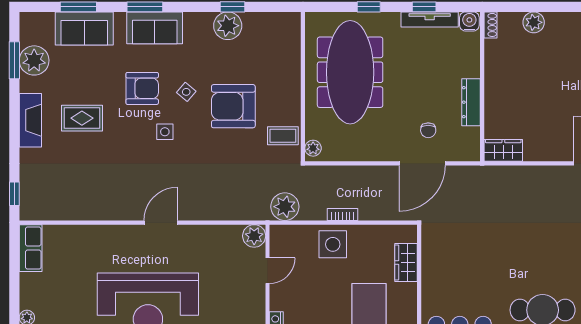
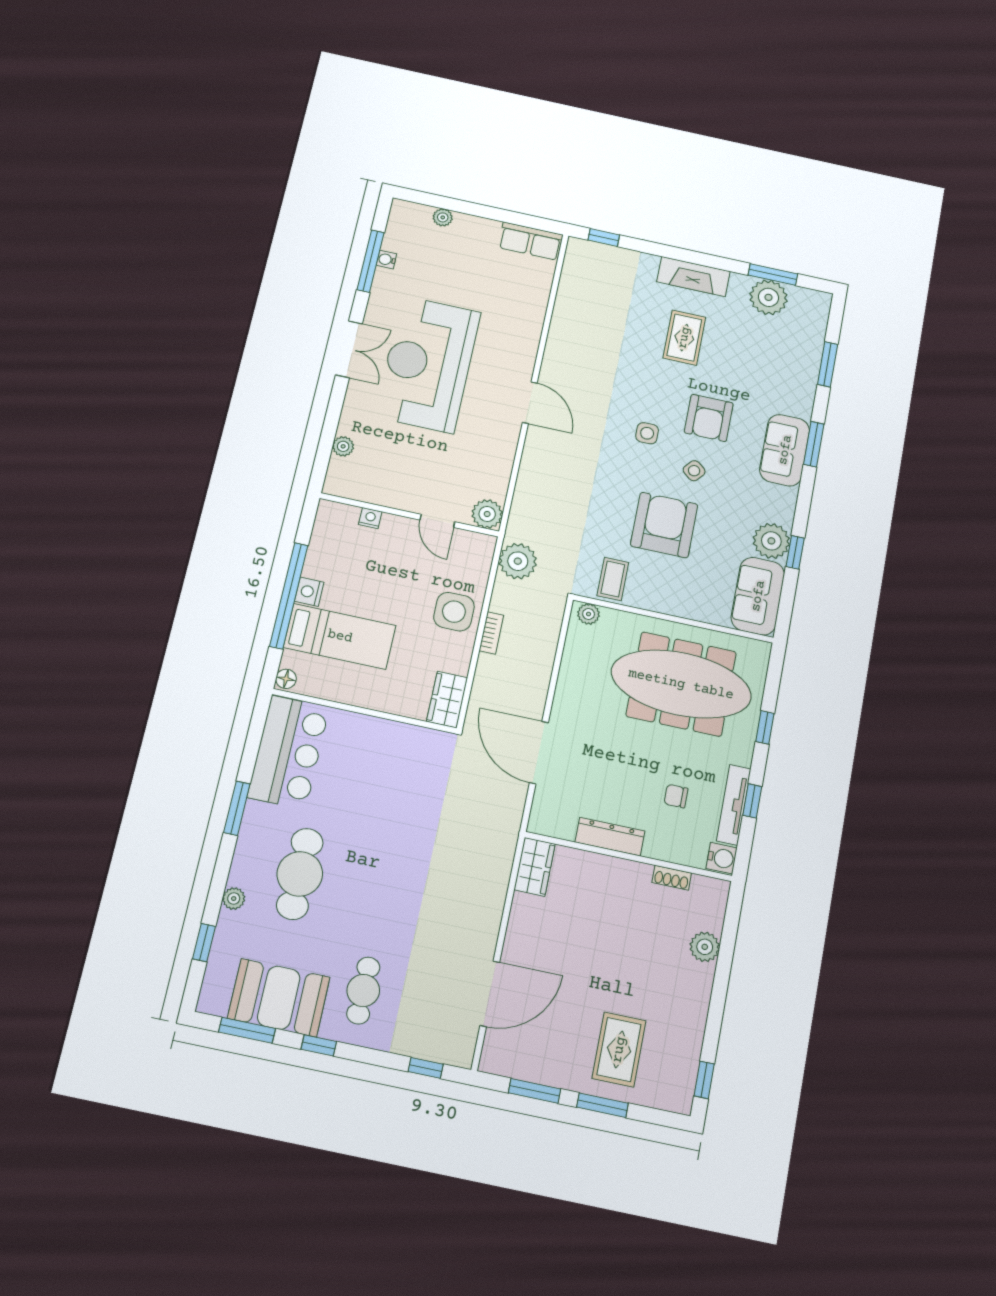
shoe rack: (491, 25) -> (672, 878), moved
sofa: (84, 28) -> (758, 596), moved
chair: (428, 130) -> (676, 796), moved
wardrobe: (406, 262) -> (447, 700), moved, turned -90

